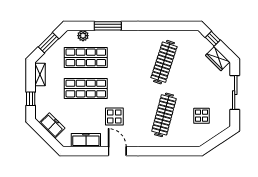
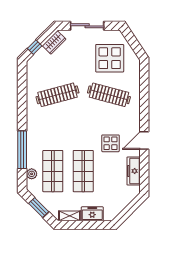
window: (108, 26) -> (22, 150), width x1.46
clothes rail: (164, 62) -> (57, 95), turned -33
window: (31, 99) -> (93, 225), removed
display table: (201, 116) -> (110, 58), width x1.86, depth x1.86
freezer: (52, 125) -> (92, 214), moved, turned 45

